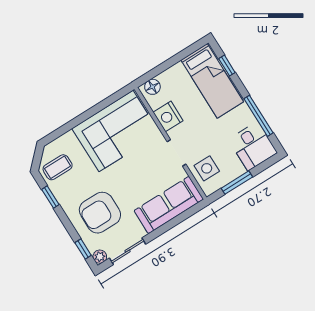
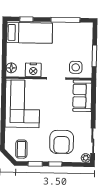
desk: (253, 146) -> (80, 34), removed
sofa: (169, 205) -> (82, 96), width x0.73
window: (83, 249) -> (55, 164), moved

